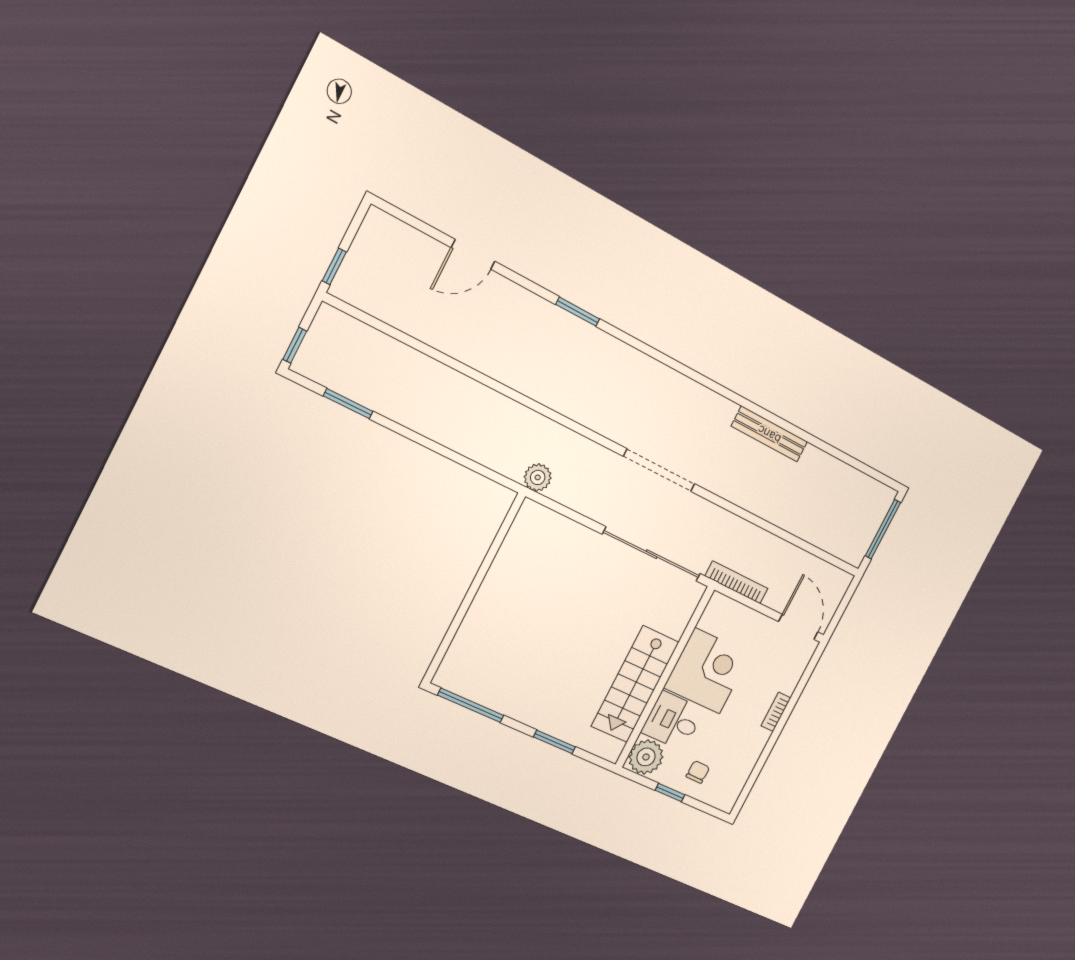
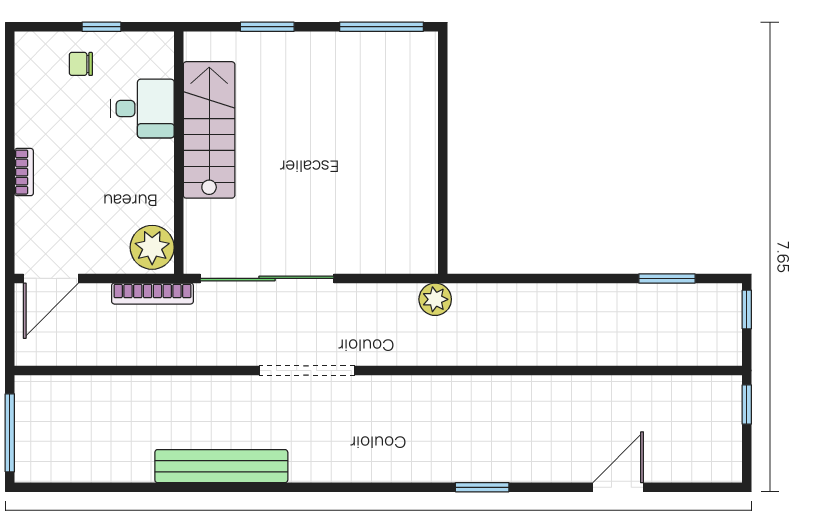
bench: (769, 434) -> (221, 466), width x1.37, depth x1.21
door: (798, 627) -> (51, 278), hinge flipped
corner desk: (707, 671) -> (133, 182), removed
plant: (646, 757) -> (152, 247), moved
chair: (698, 772) -> (81, 64), turned 89

